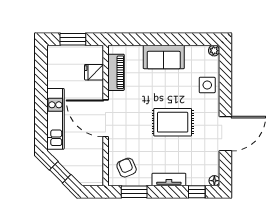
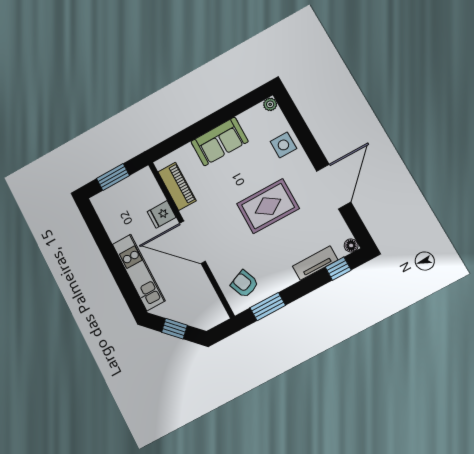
fridge: (94, 72) -> (162, 214), moved
tv unit: (169, 180) -> (315, 263), moved

